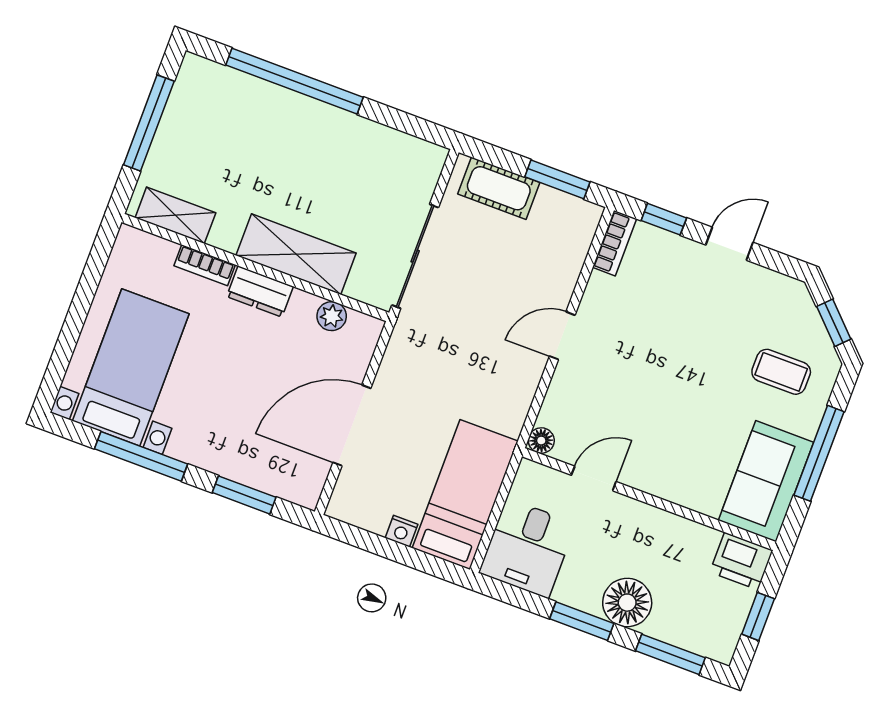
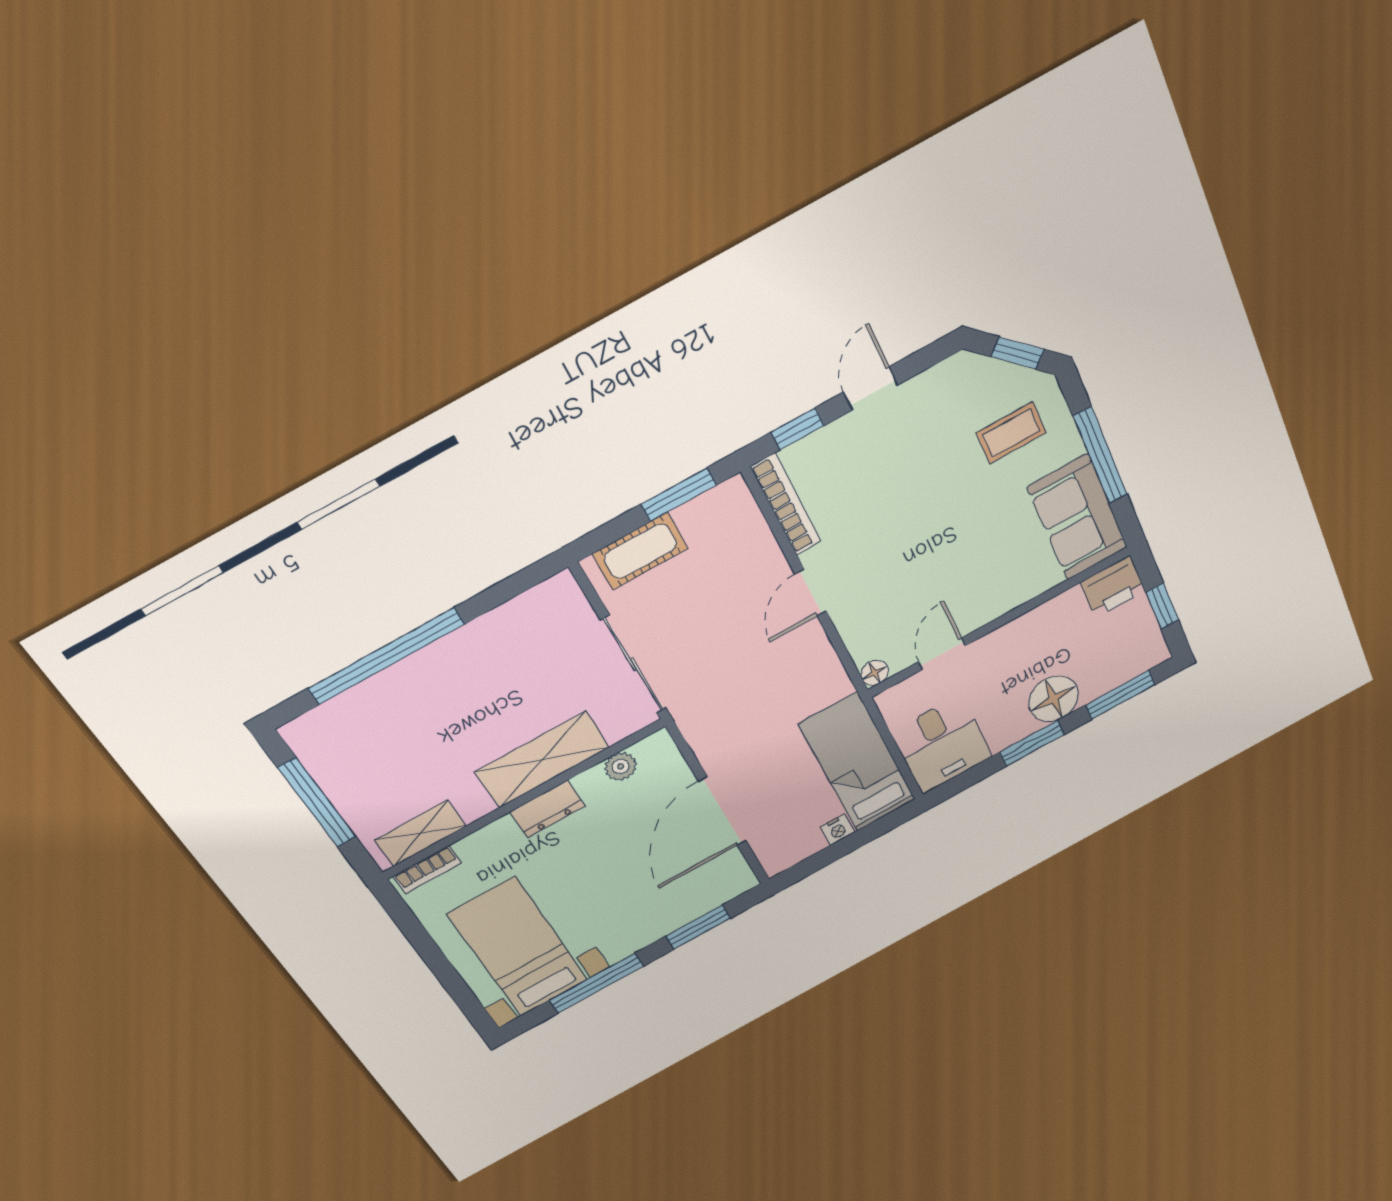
bookcase: (614, 243) -> (786, 504), width x1.56
bookcase: (205, 265) -> (427, 870), moved

